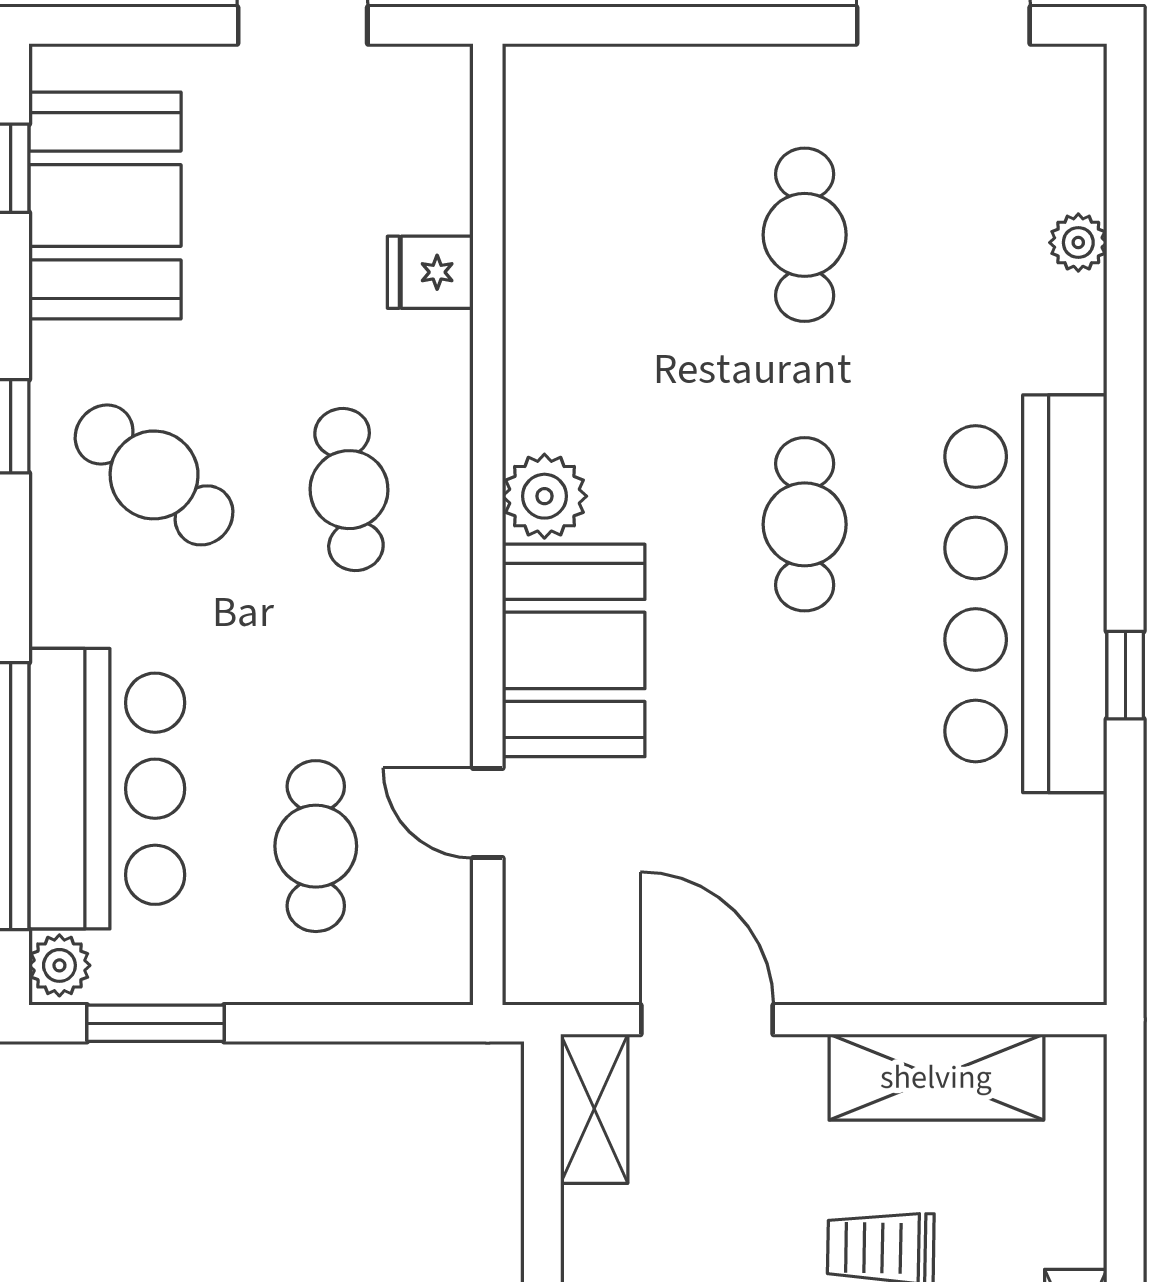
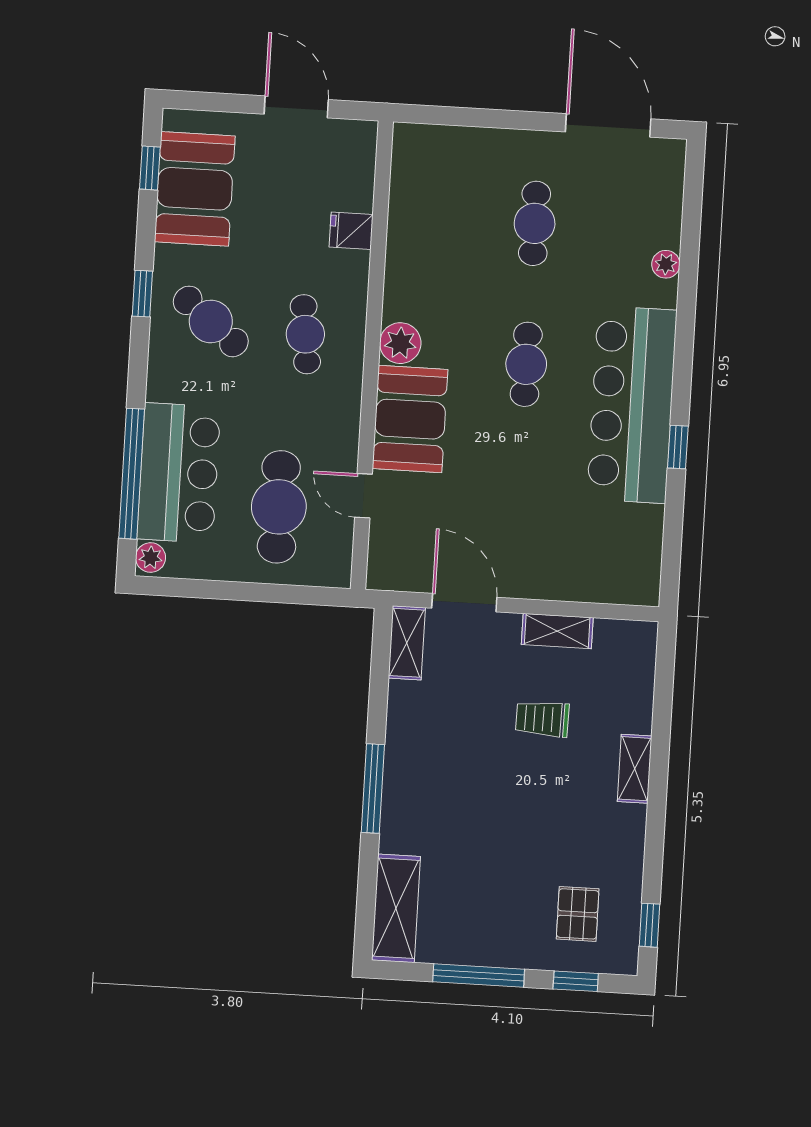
plant: (1078, 243) -> (666, 264), moved
cafe table: (316, 846) -> (279, 507), width x1.37, depth x1.35
window: (156, 1023) -> (196, 588), removed
shelving: (936, 1077) -> (557, 631), width x0.67, depth x0.75

